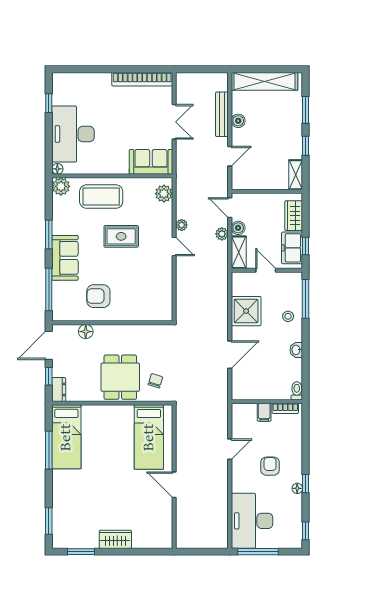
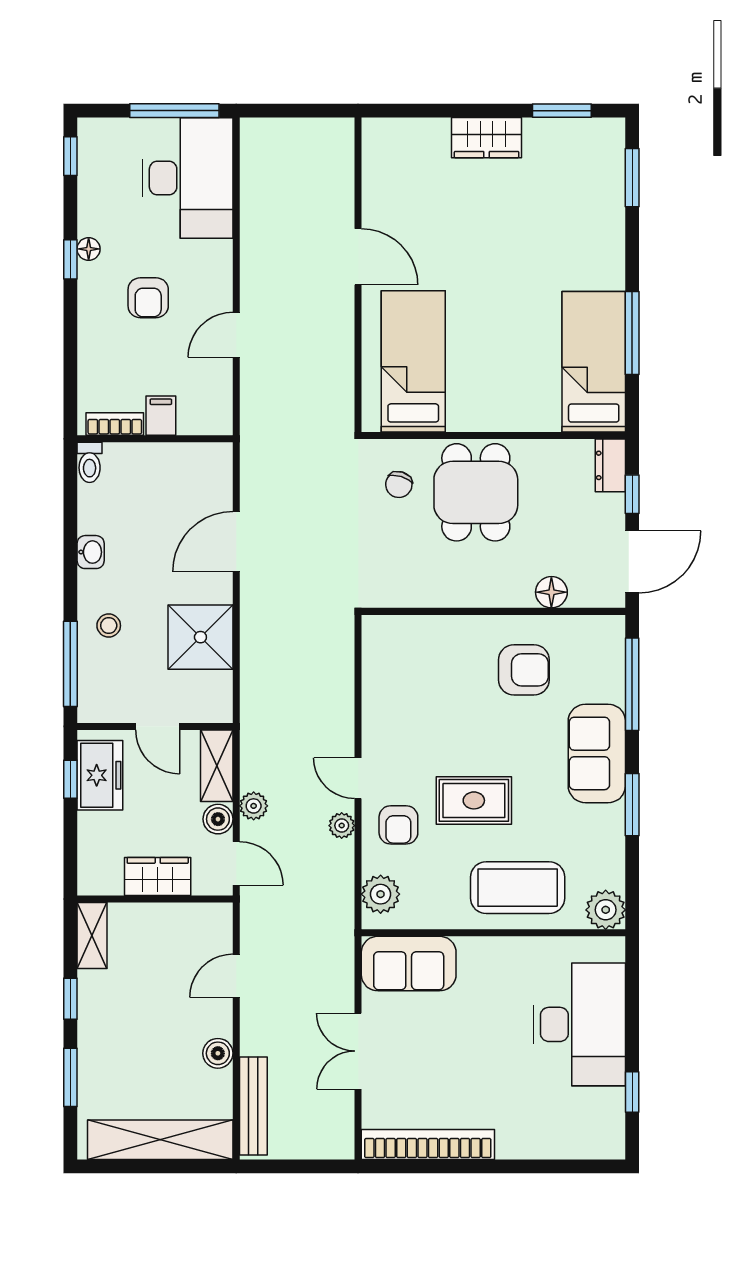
bench: (222, 114) -> (253, 1106), moved
floor lamp: (57, 169) -> (613, 948), removed
wardrobe: (294, 216) -> (158, 876), moved, turned -90
armchair: (156, 225) -> (398, 825), added

